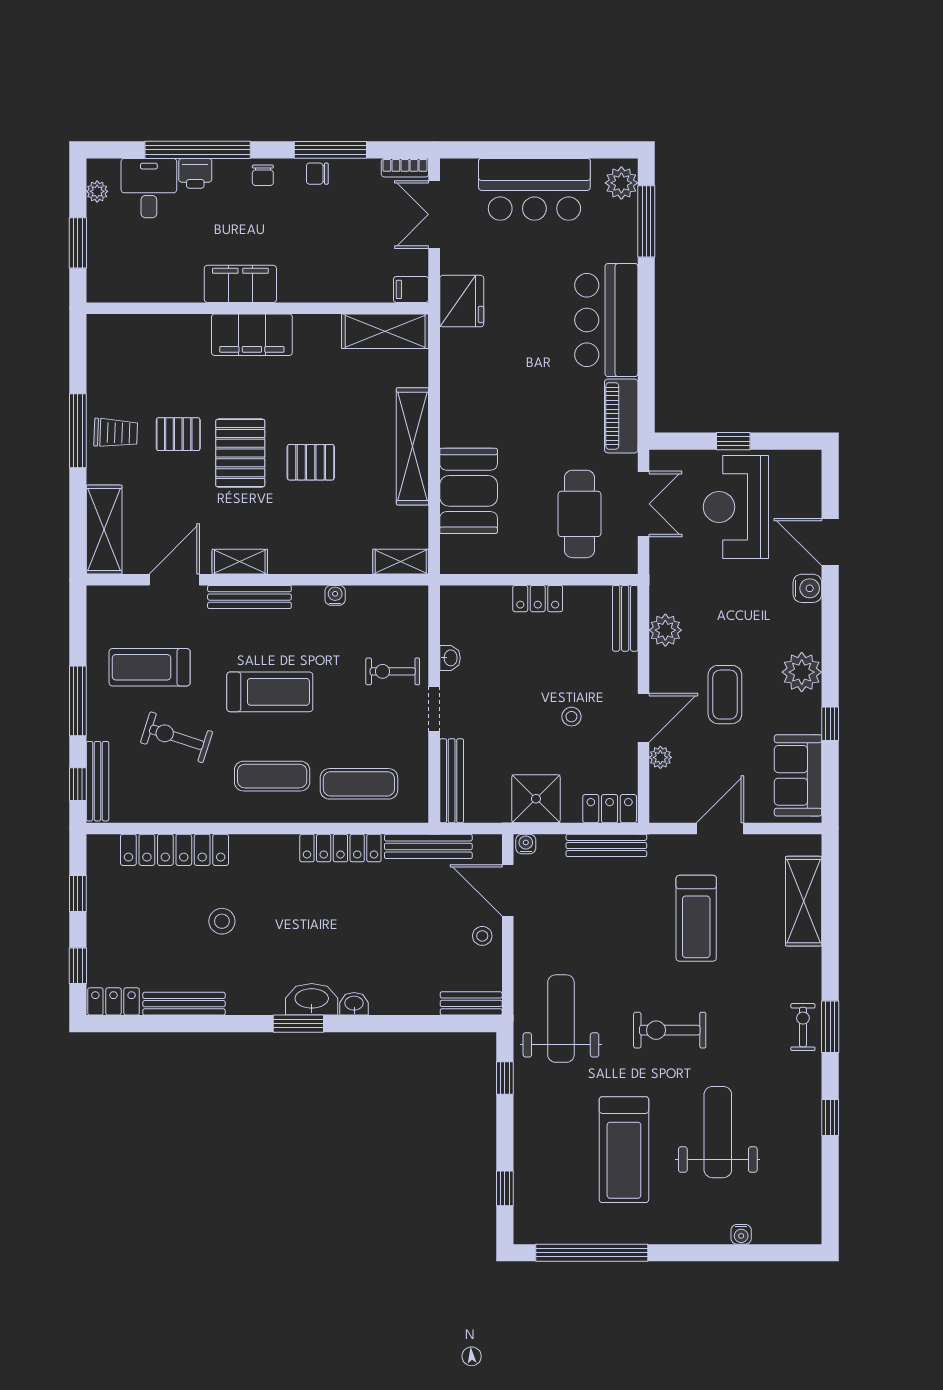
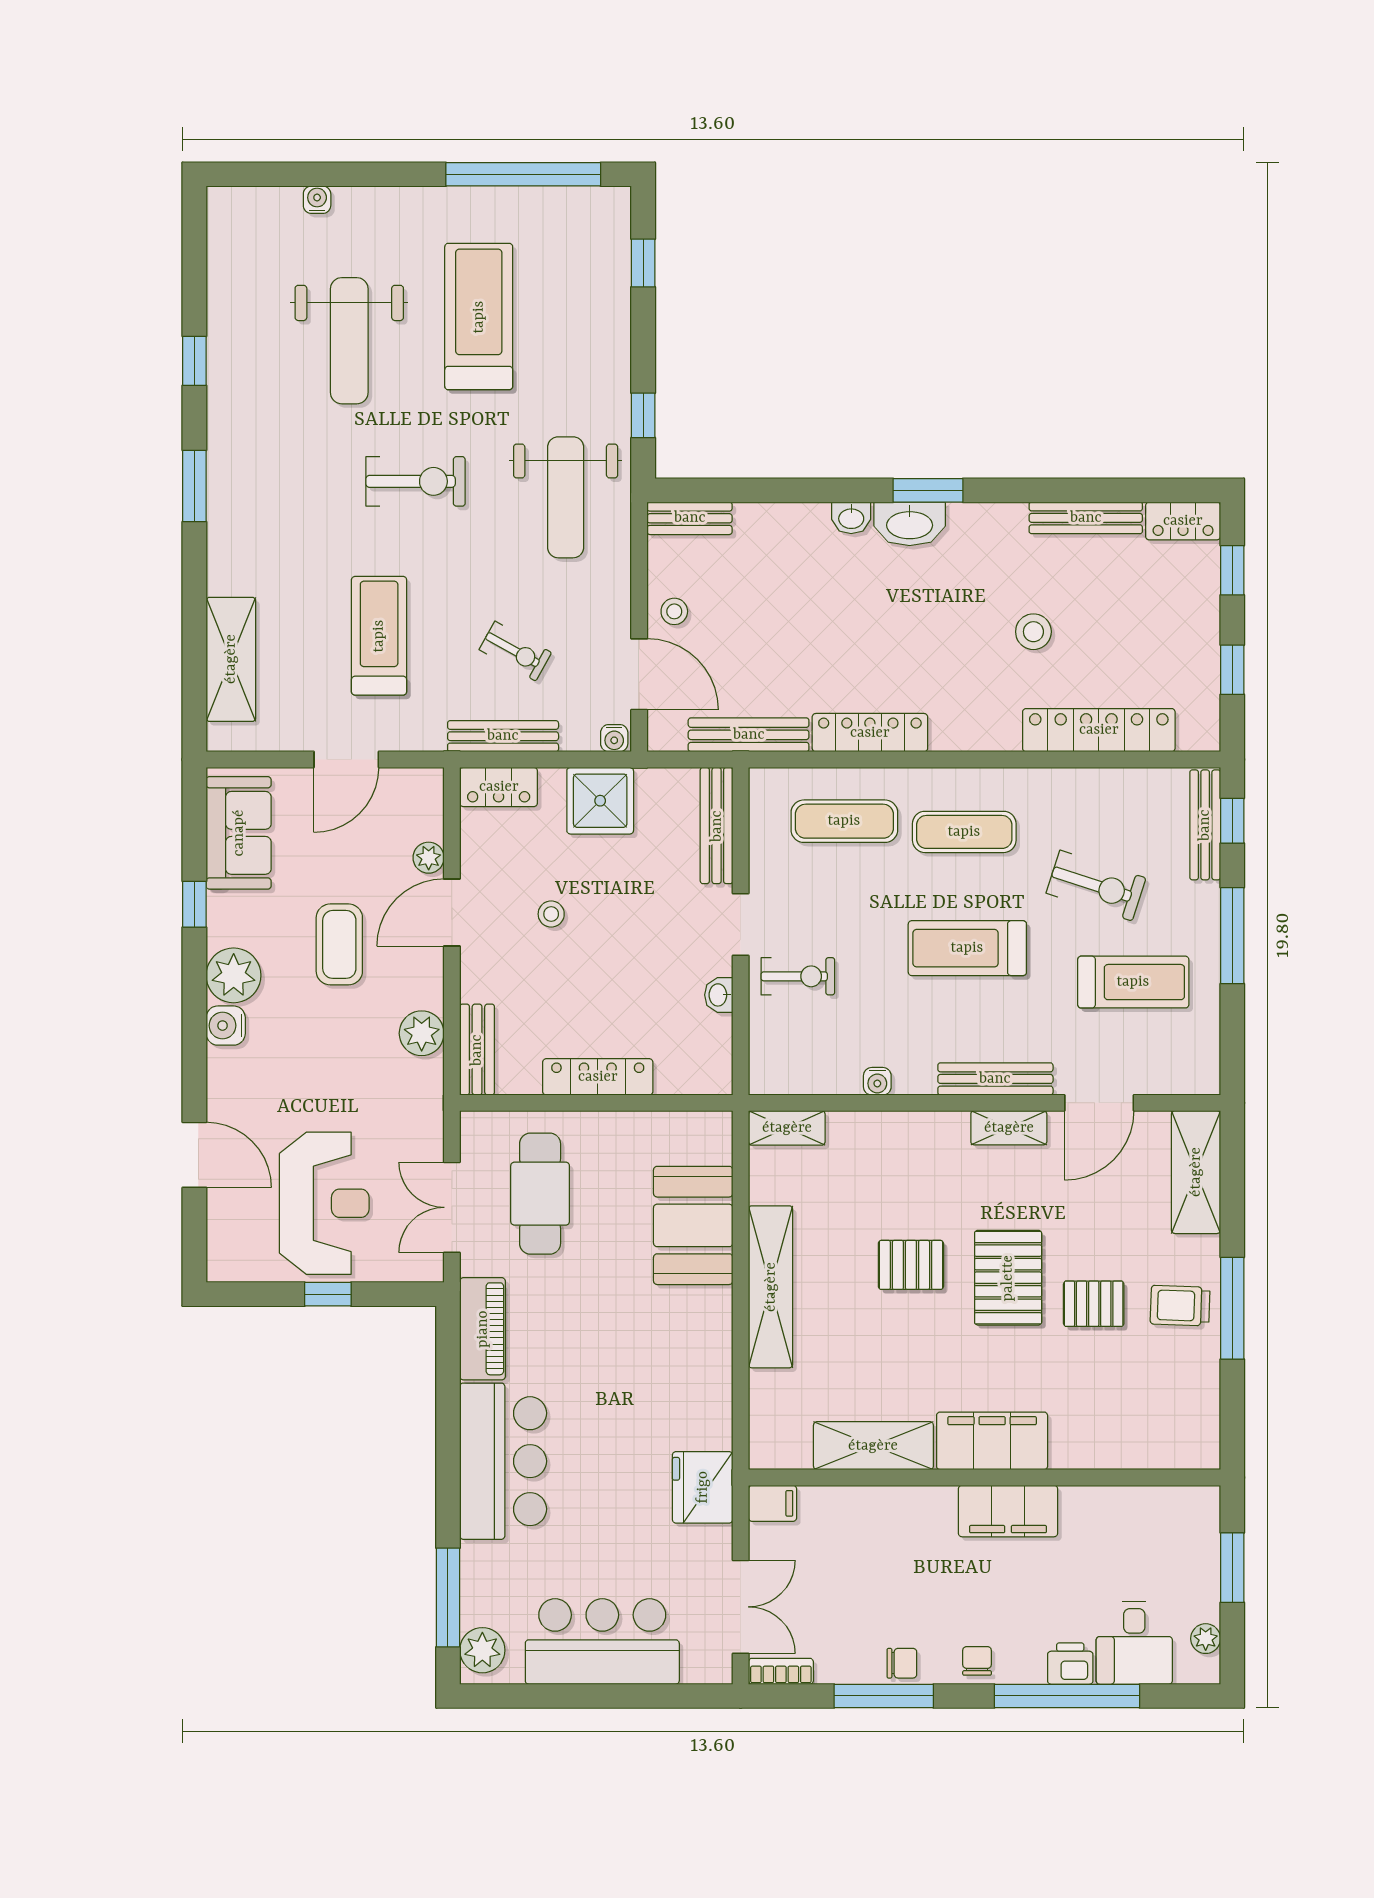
shelving: (385, 331) -> (873, 1446), moved
water cooler: (807, 588) -> (226, 1026), moved
locker: (538, 599) -> (598, 1077), width x1.53
exercise bike: (803, 1027) -> (515, 651), moved, turned -61

